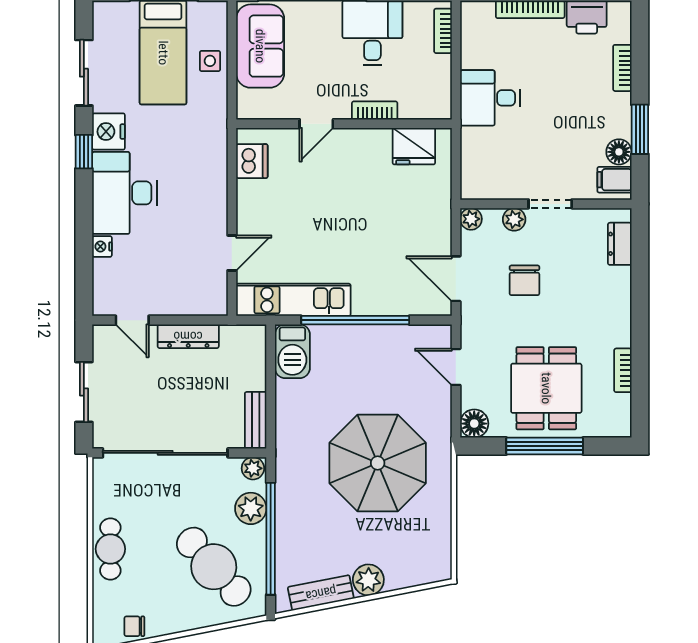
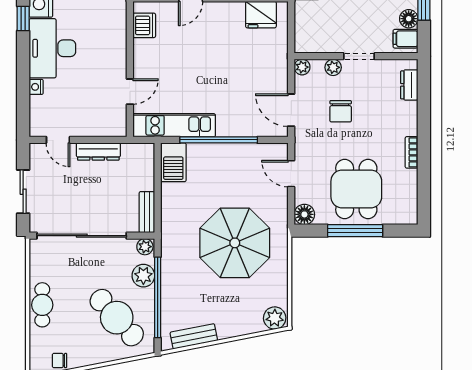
bookcase: (623, 370) -> (412, 152), moved
plant: (368, 580) -> (275, 318), moved

